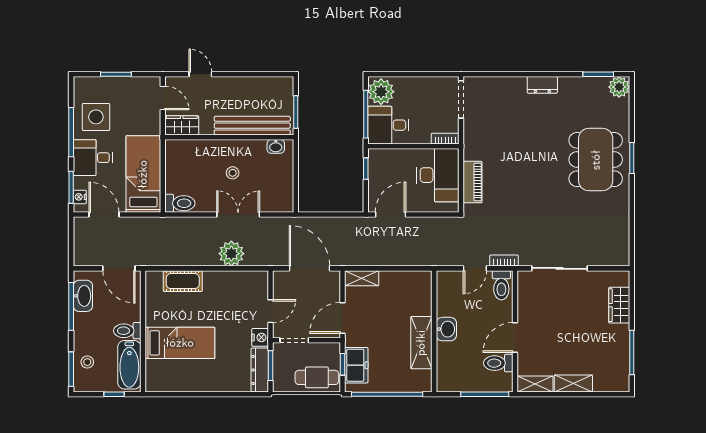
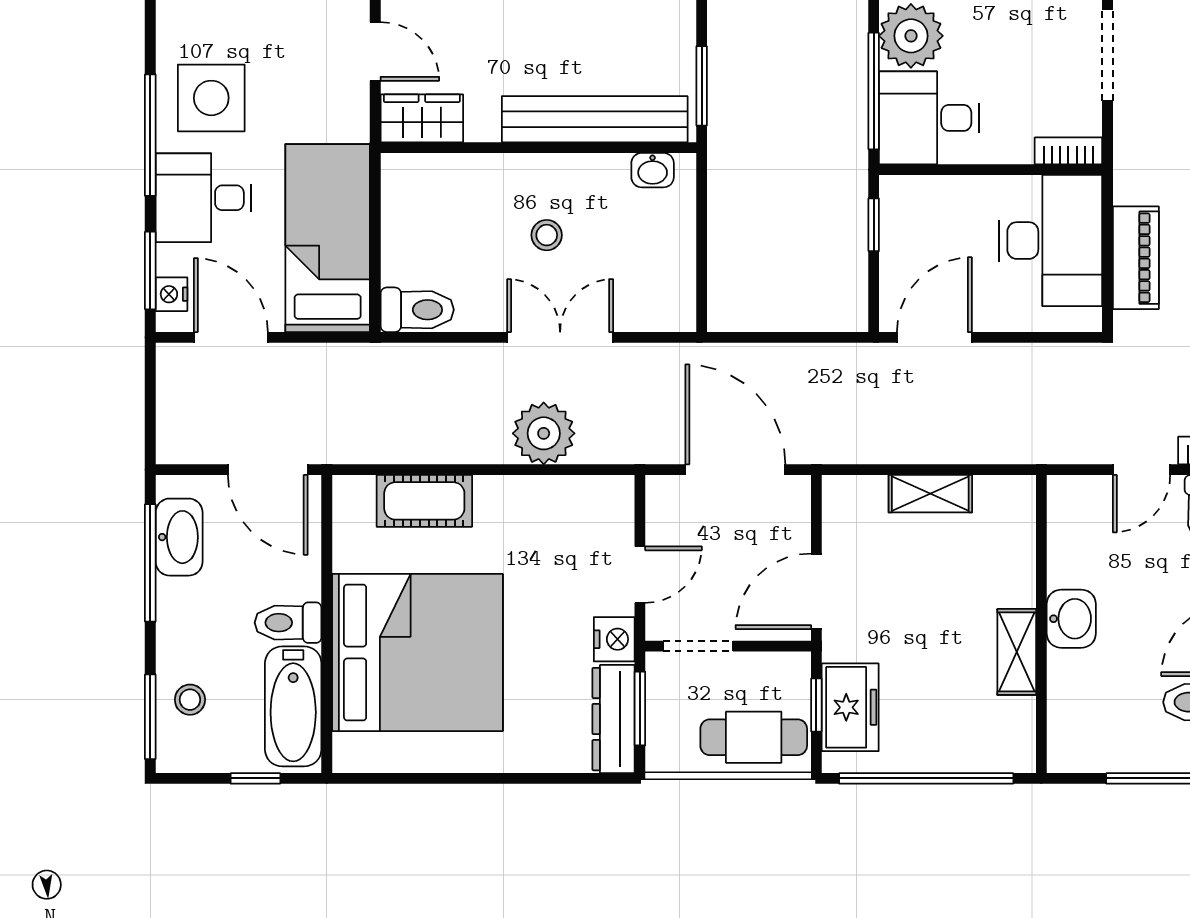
shelving: (362, 278) -> (930, 494), moved
bed: (180, 343) -> (417, 652), width x2.04
shelving: (421, 343) -> (1017, 652), width x0.67, depth x0.75

